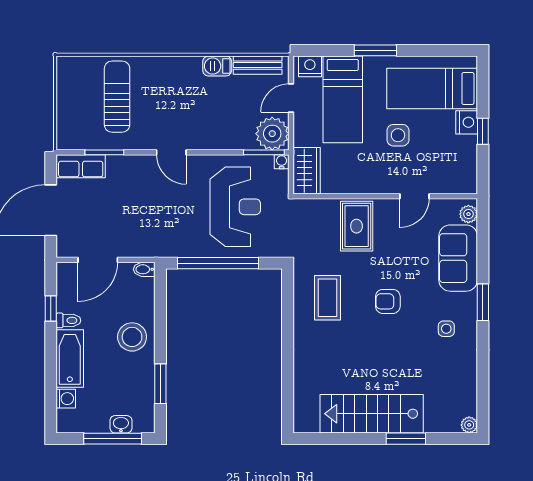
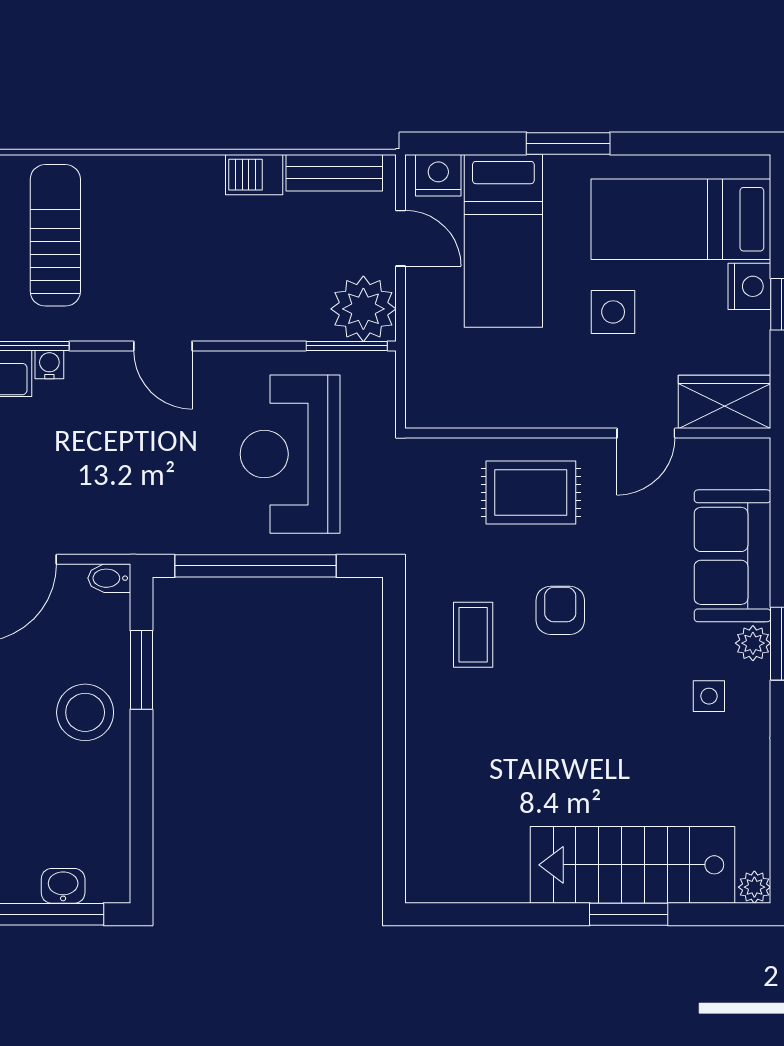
door: (291, 98) -> (401, 238), swing flipped
water cooler: (282, 162) -> (49, 365), moved
wardrobe: (307, 171) -> (725, 402), moved, turned -90
reception desk: (235, 207) -> (290, 454), turned 180
plant: (468, 214) -> (753, 643), moved
rug: (357, 226) -> (531, 493), turned 90
coffee table: (327, 298) -> (473, 635), width x0.73, depth x0.77
armchair: (388, 301) -> (560, 610), moved, turned 90
window: (160, 384) -> (141, 670), moved
stairs: (372, 414) -> (633, 865), moved

